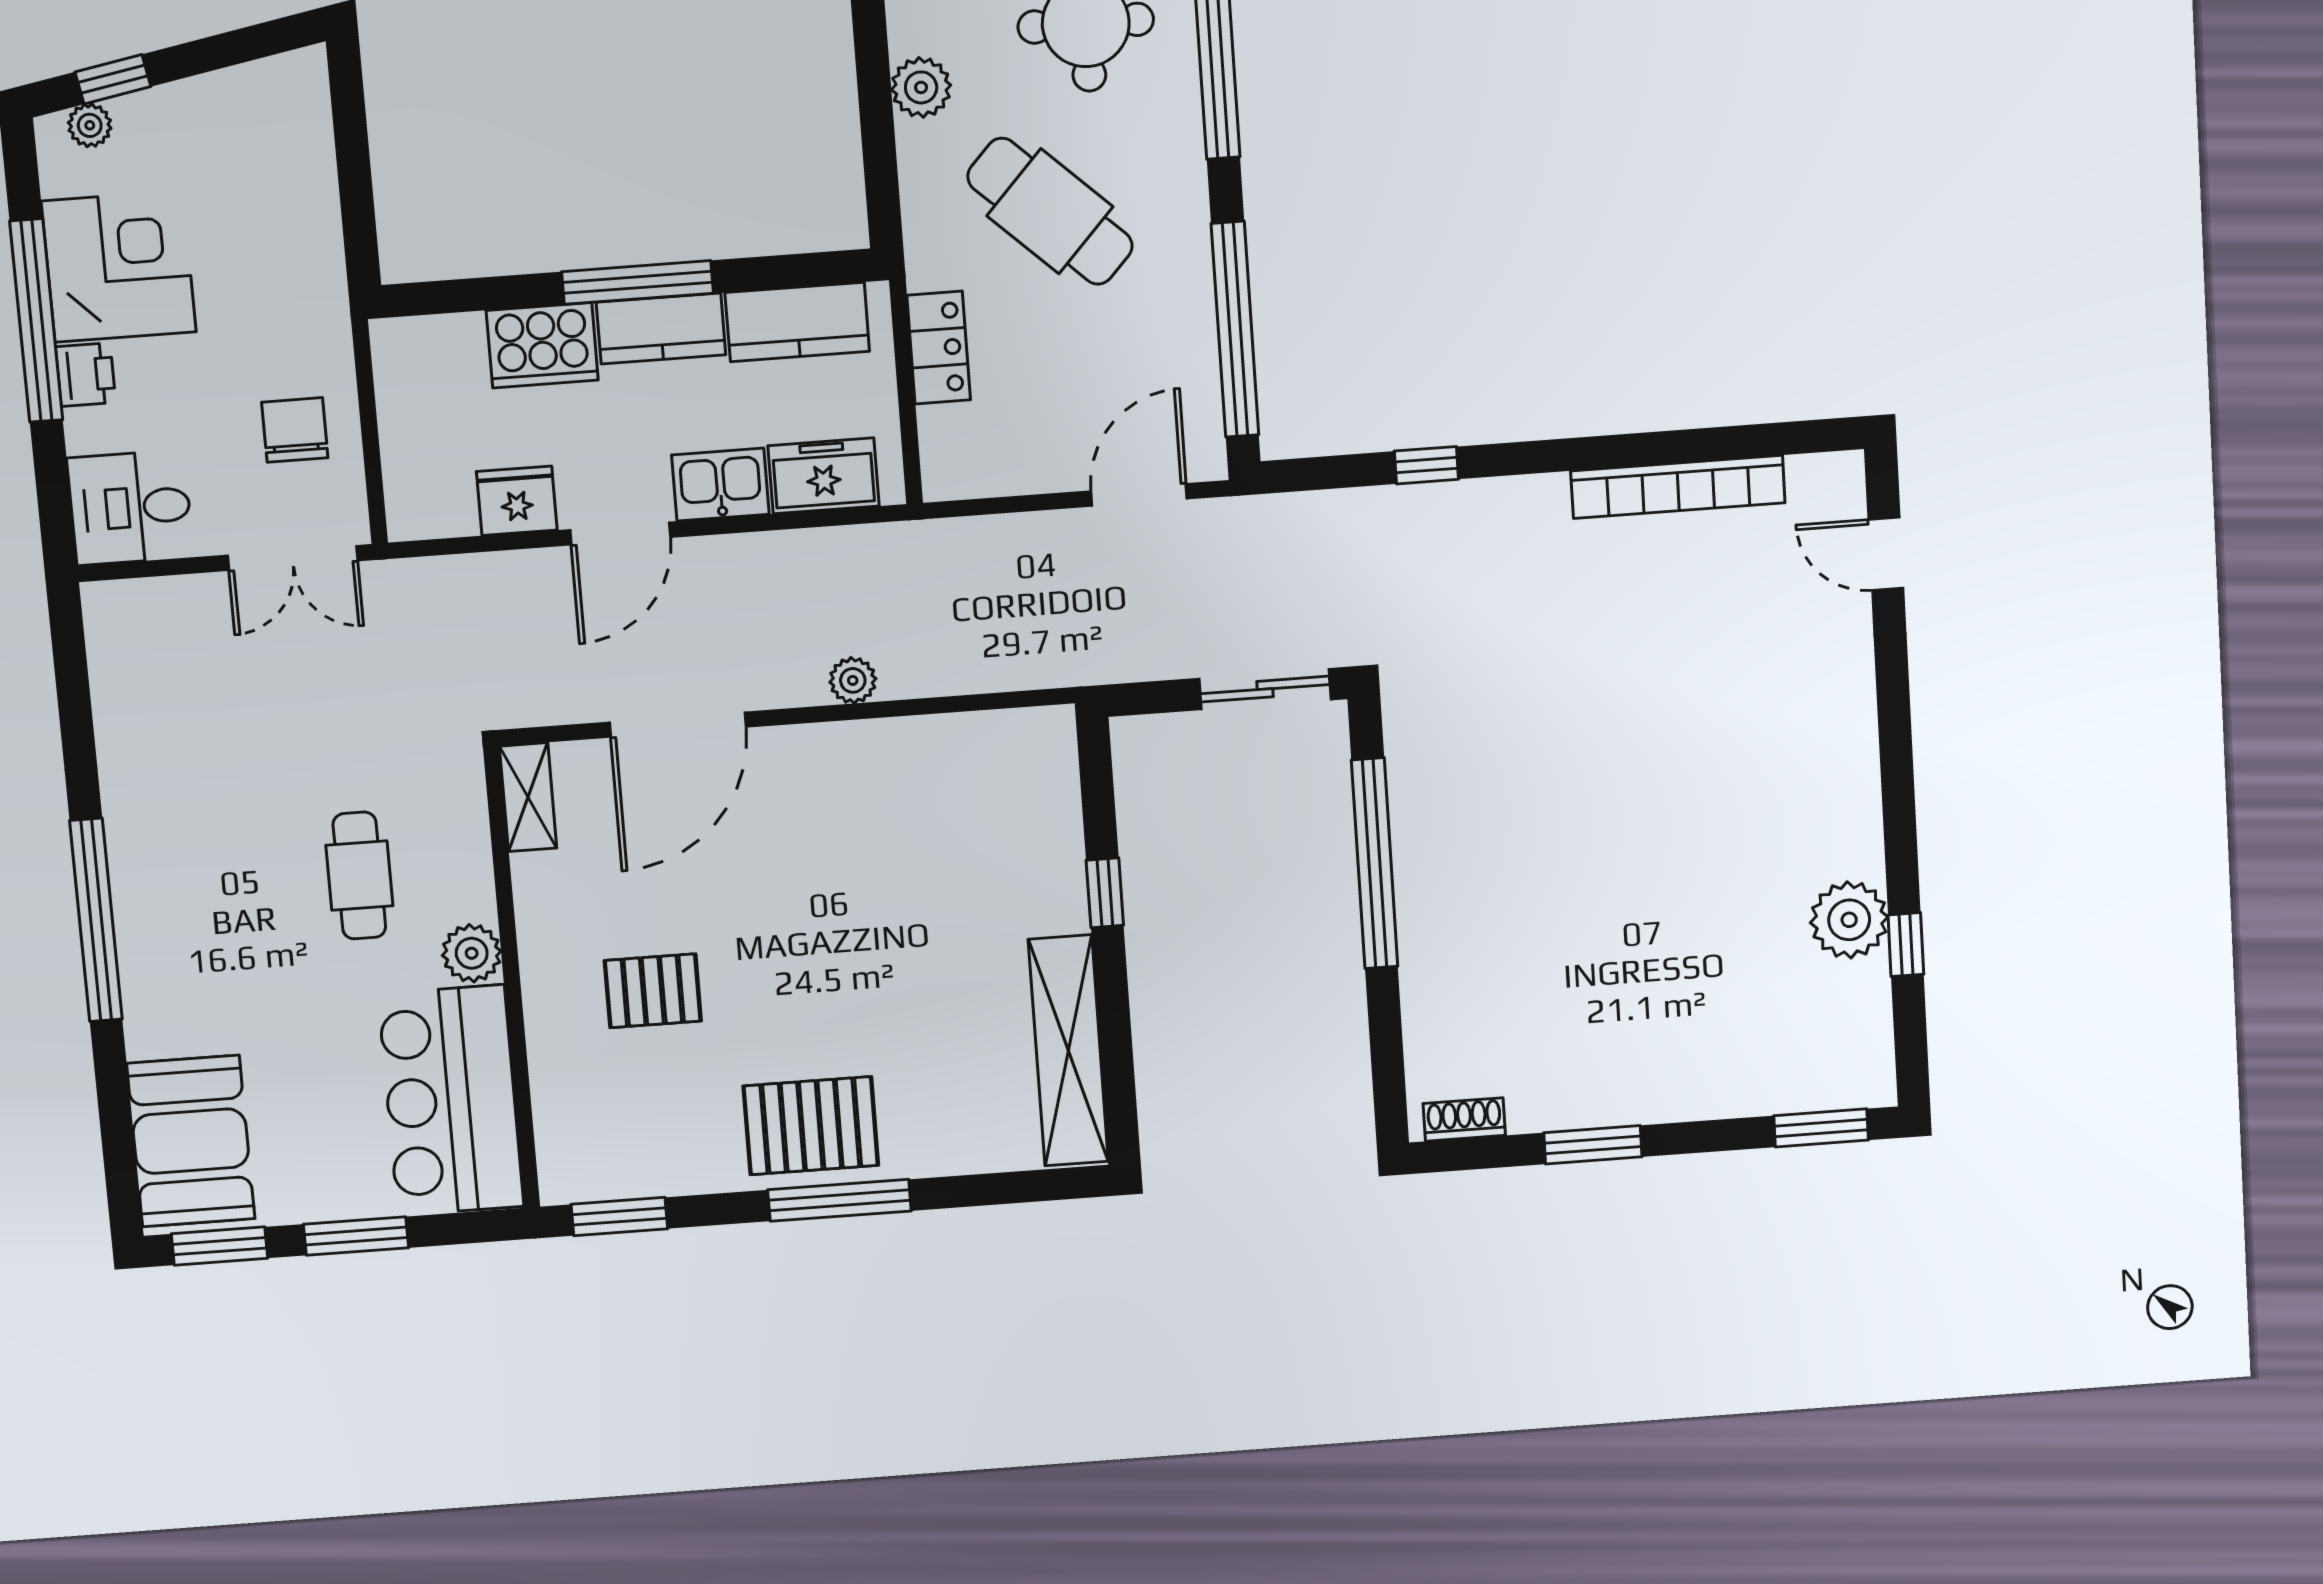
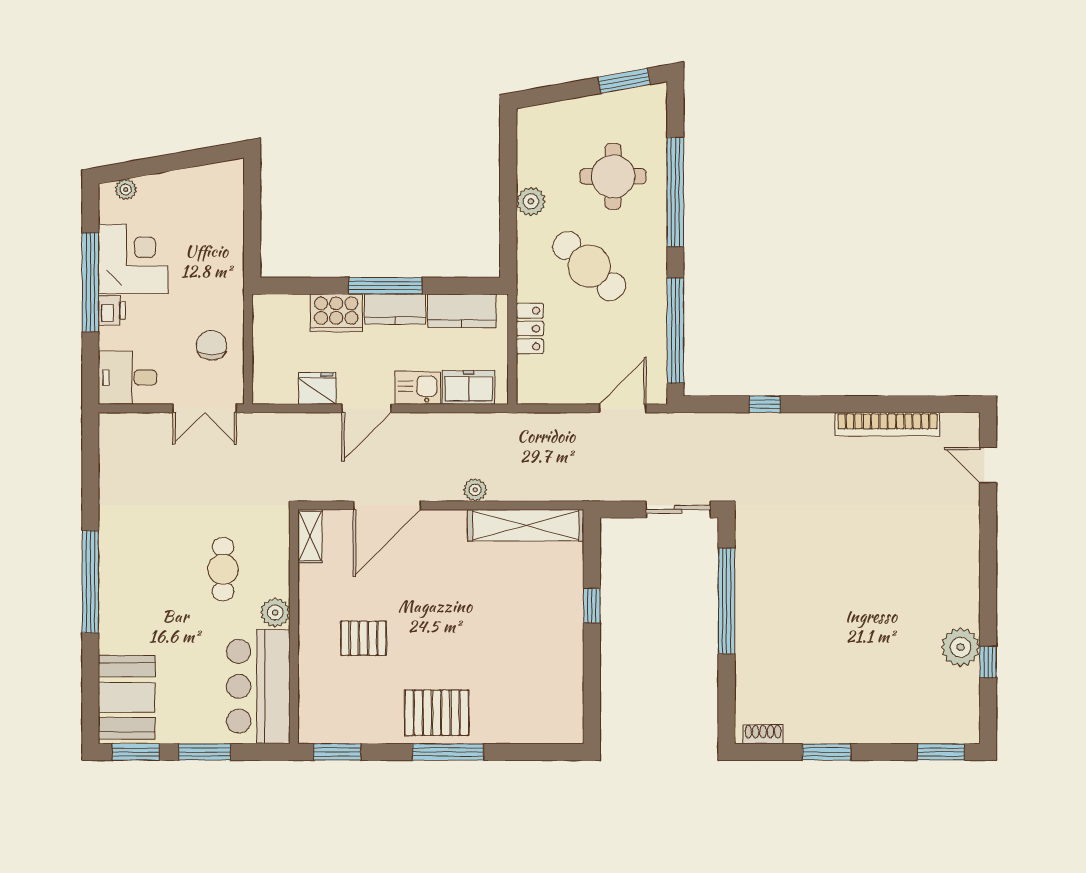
window: (113, 79) -> (139, 168), removed
shelving: (1068, 1051) -> (526, 525), moved, turned 90

